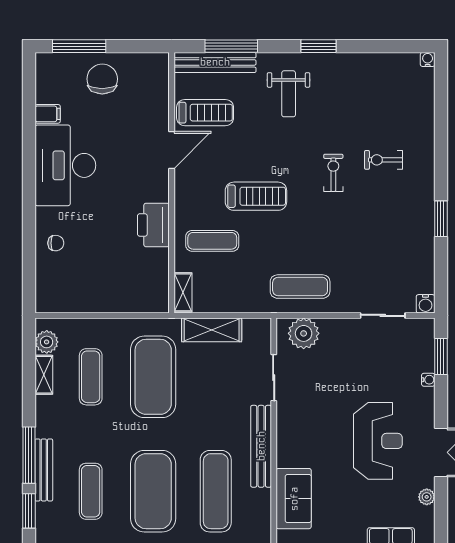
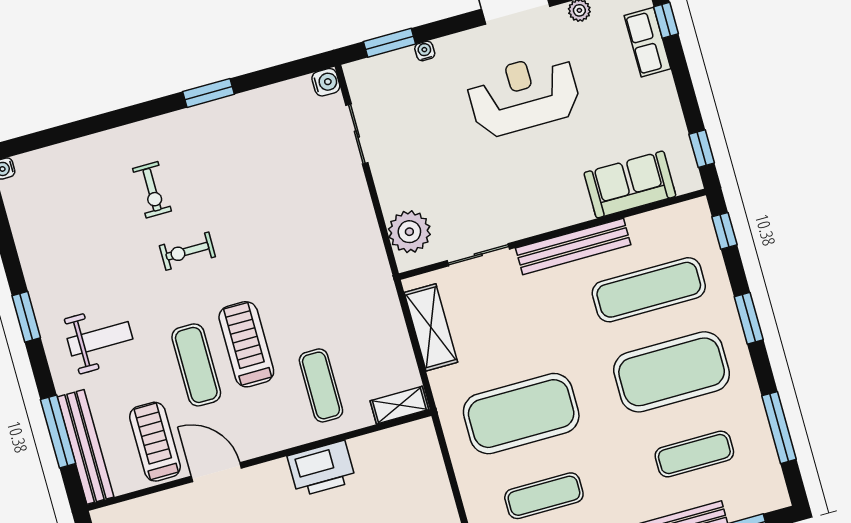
exercise mat: (300, 287) -> (196, 365), moved
shelving: (212, 330) -> (431, 327), moved

